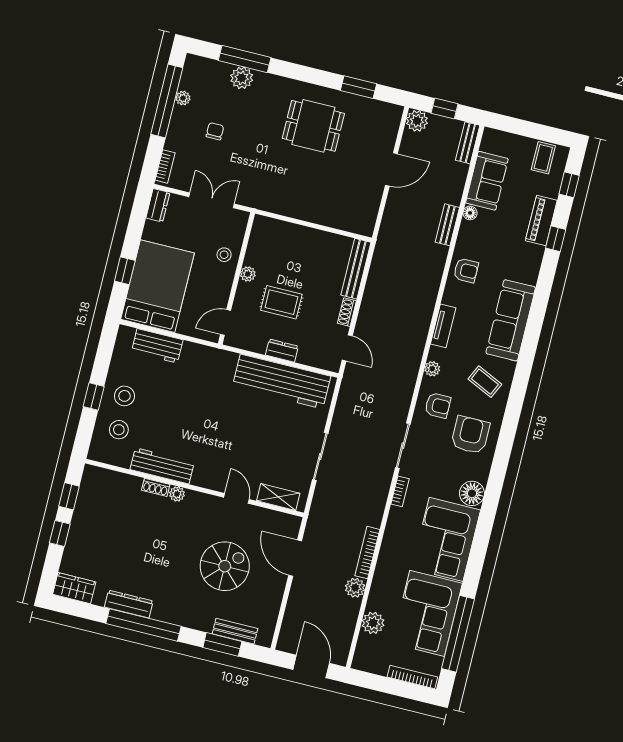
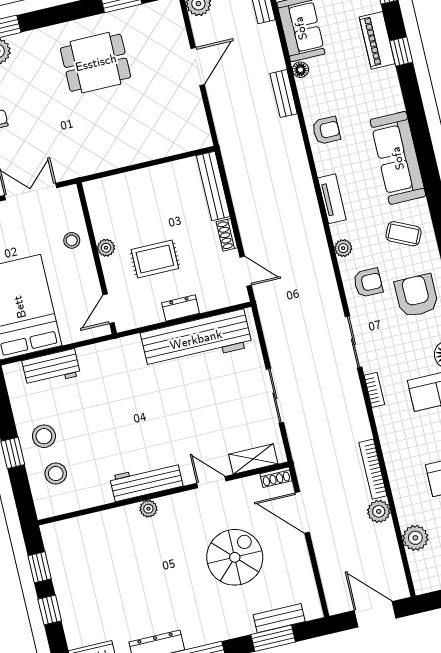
workbench: (162, 466) -> (146, 481), moved
shoe rack: (156, 487) -> (276, 477), moved

